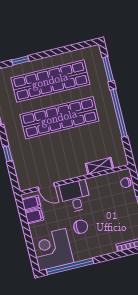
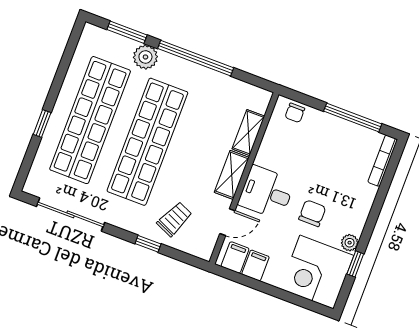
window: (20, 61) -> (42, 123), moved
plant: (102, 87) -> (145, 57), added
trolley: (30, 159) -> (174, 219), added
shelving: (72, 172) -> (232, 175), added
plant: (79, 256) -> (350, 243), added
window: (70, 266) -> (355, 264), width x0.32

